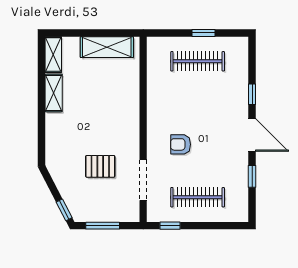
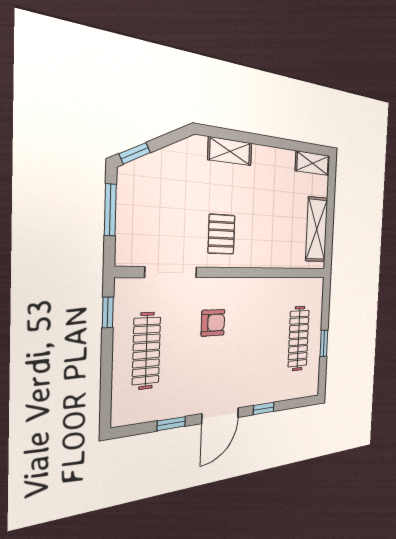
shelving: (54, 93) -> (230, 151), moved
armchair: (181, 144) -> (213, 323), turned 90
pallet: (100, 166) -> (222, 234), moved

